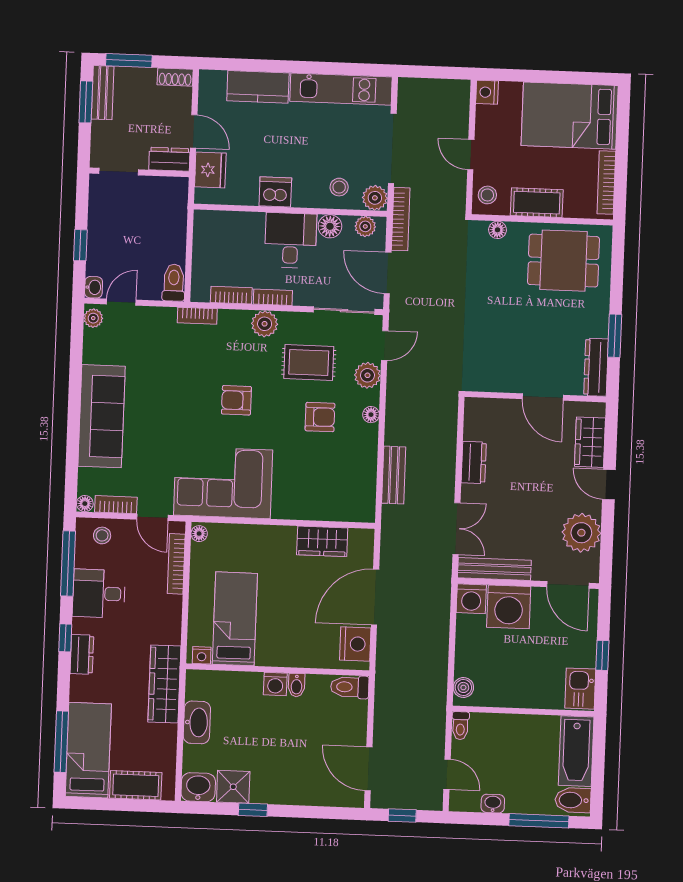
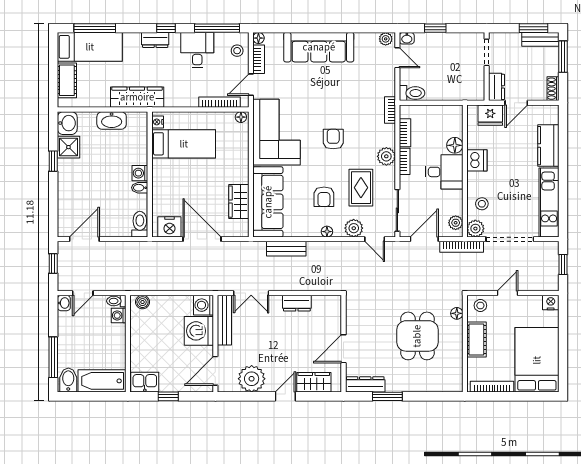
window: (432, 72) -> (563, 264), added
floor lamp: (330, 226) -> (455, 145), moved
dining table: (564, 261) -> (417, 336), moved
sofa: (324, 499) -> (268, 202), added
washing machine: (482, 723) -> (119, 315), added
washbasin: (493, 804) -> (64, 303), moved

